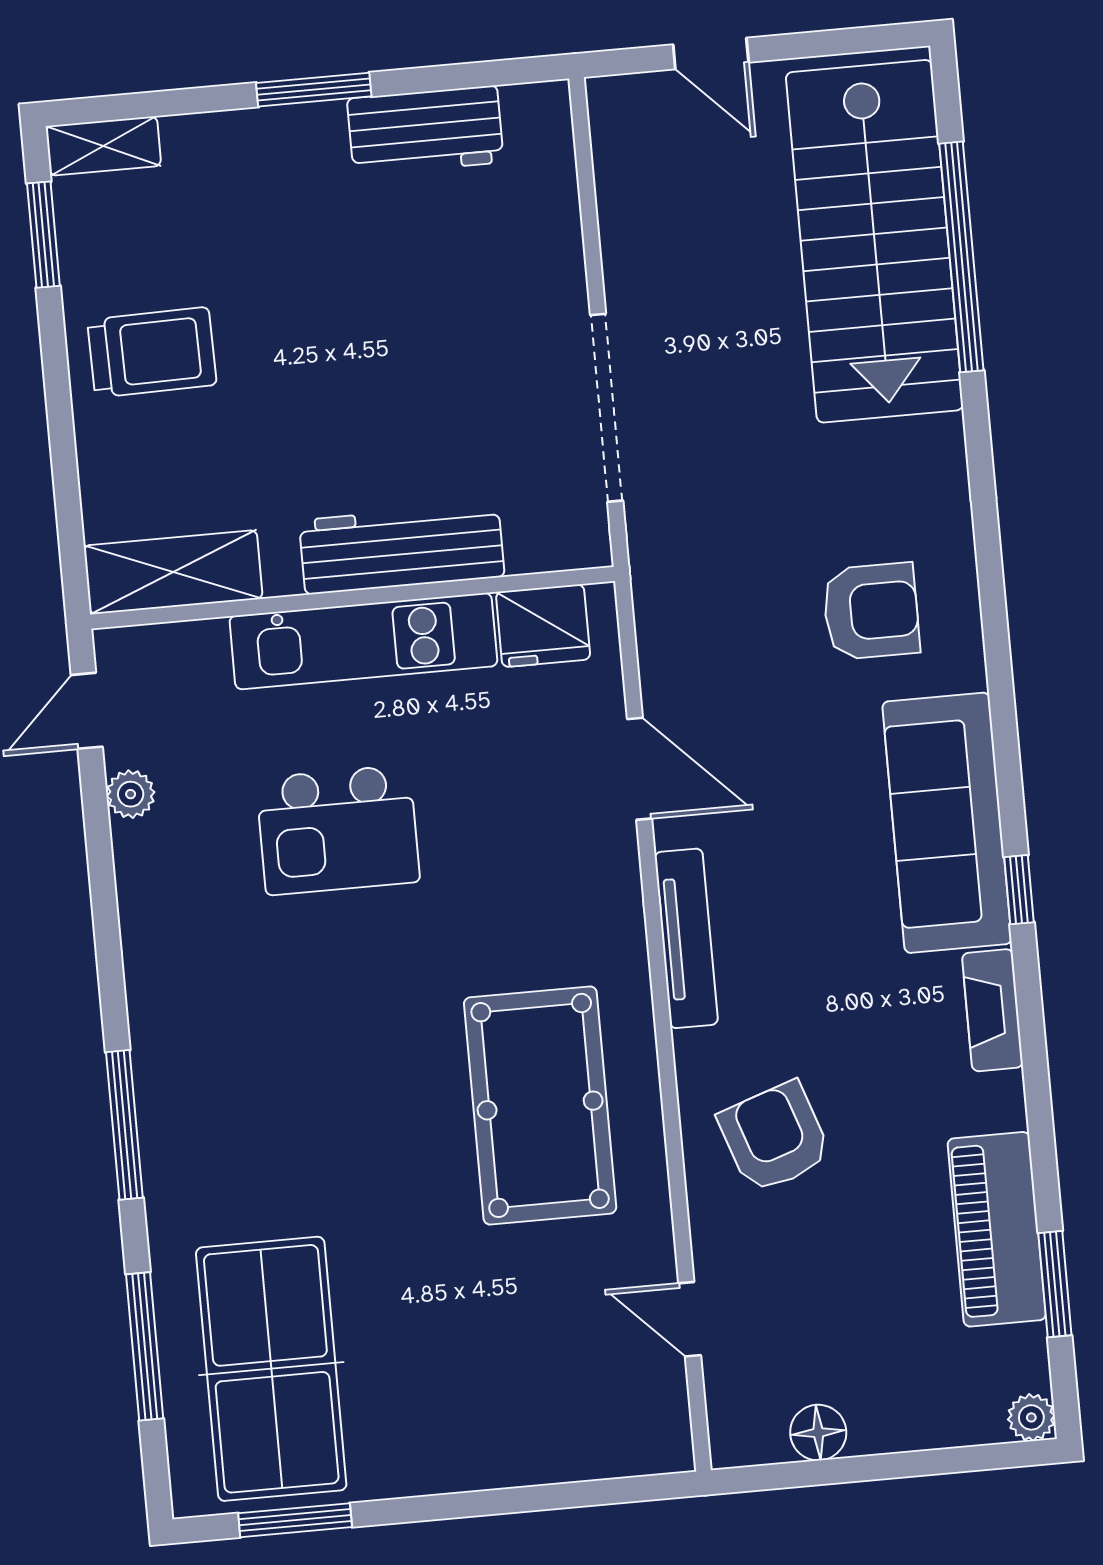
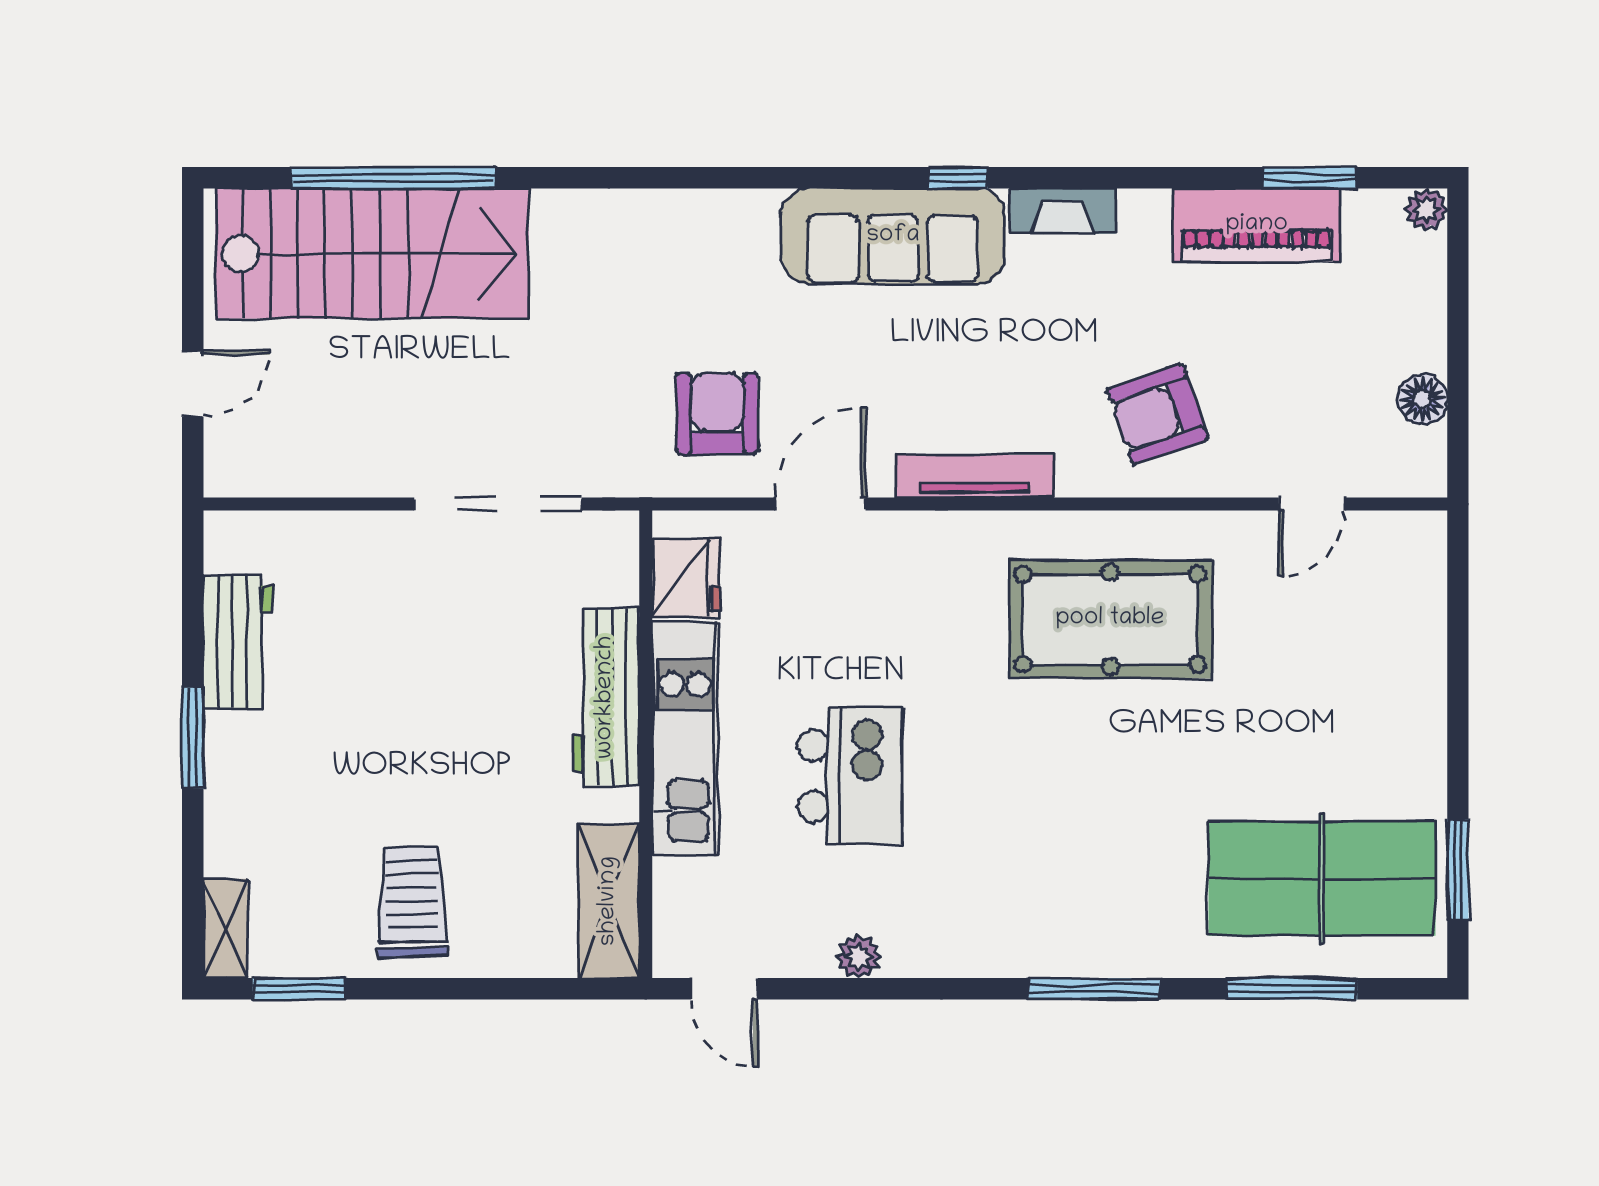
armchair: (871, 611) -> (717, 413), moved
plant: (131, 794) -> (859, 957), moved

